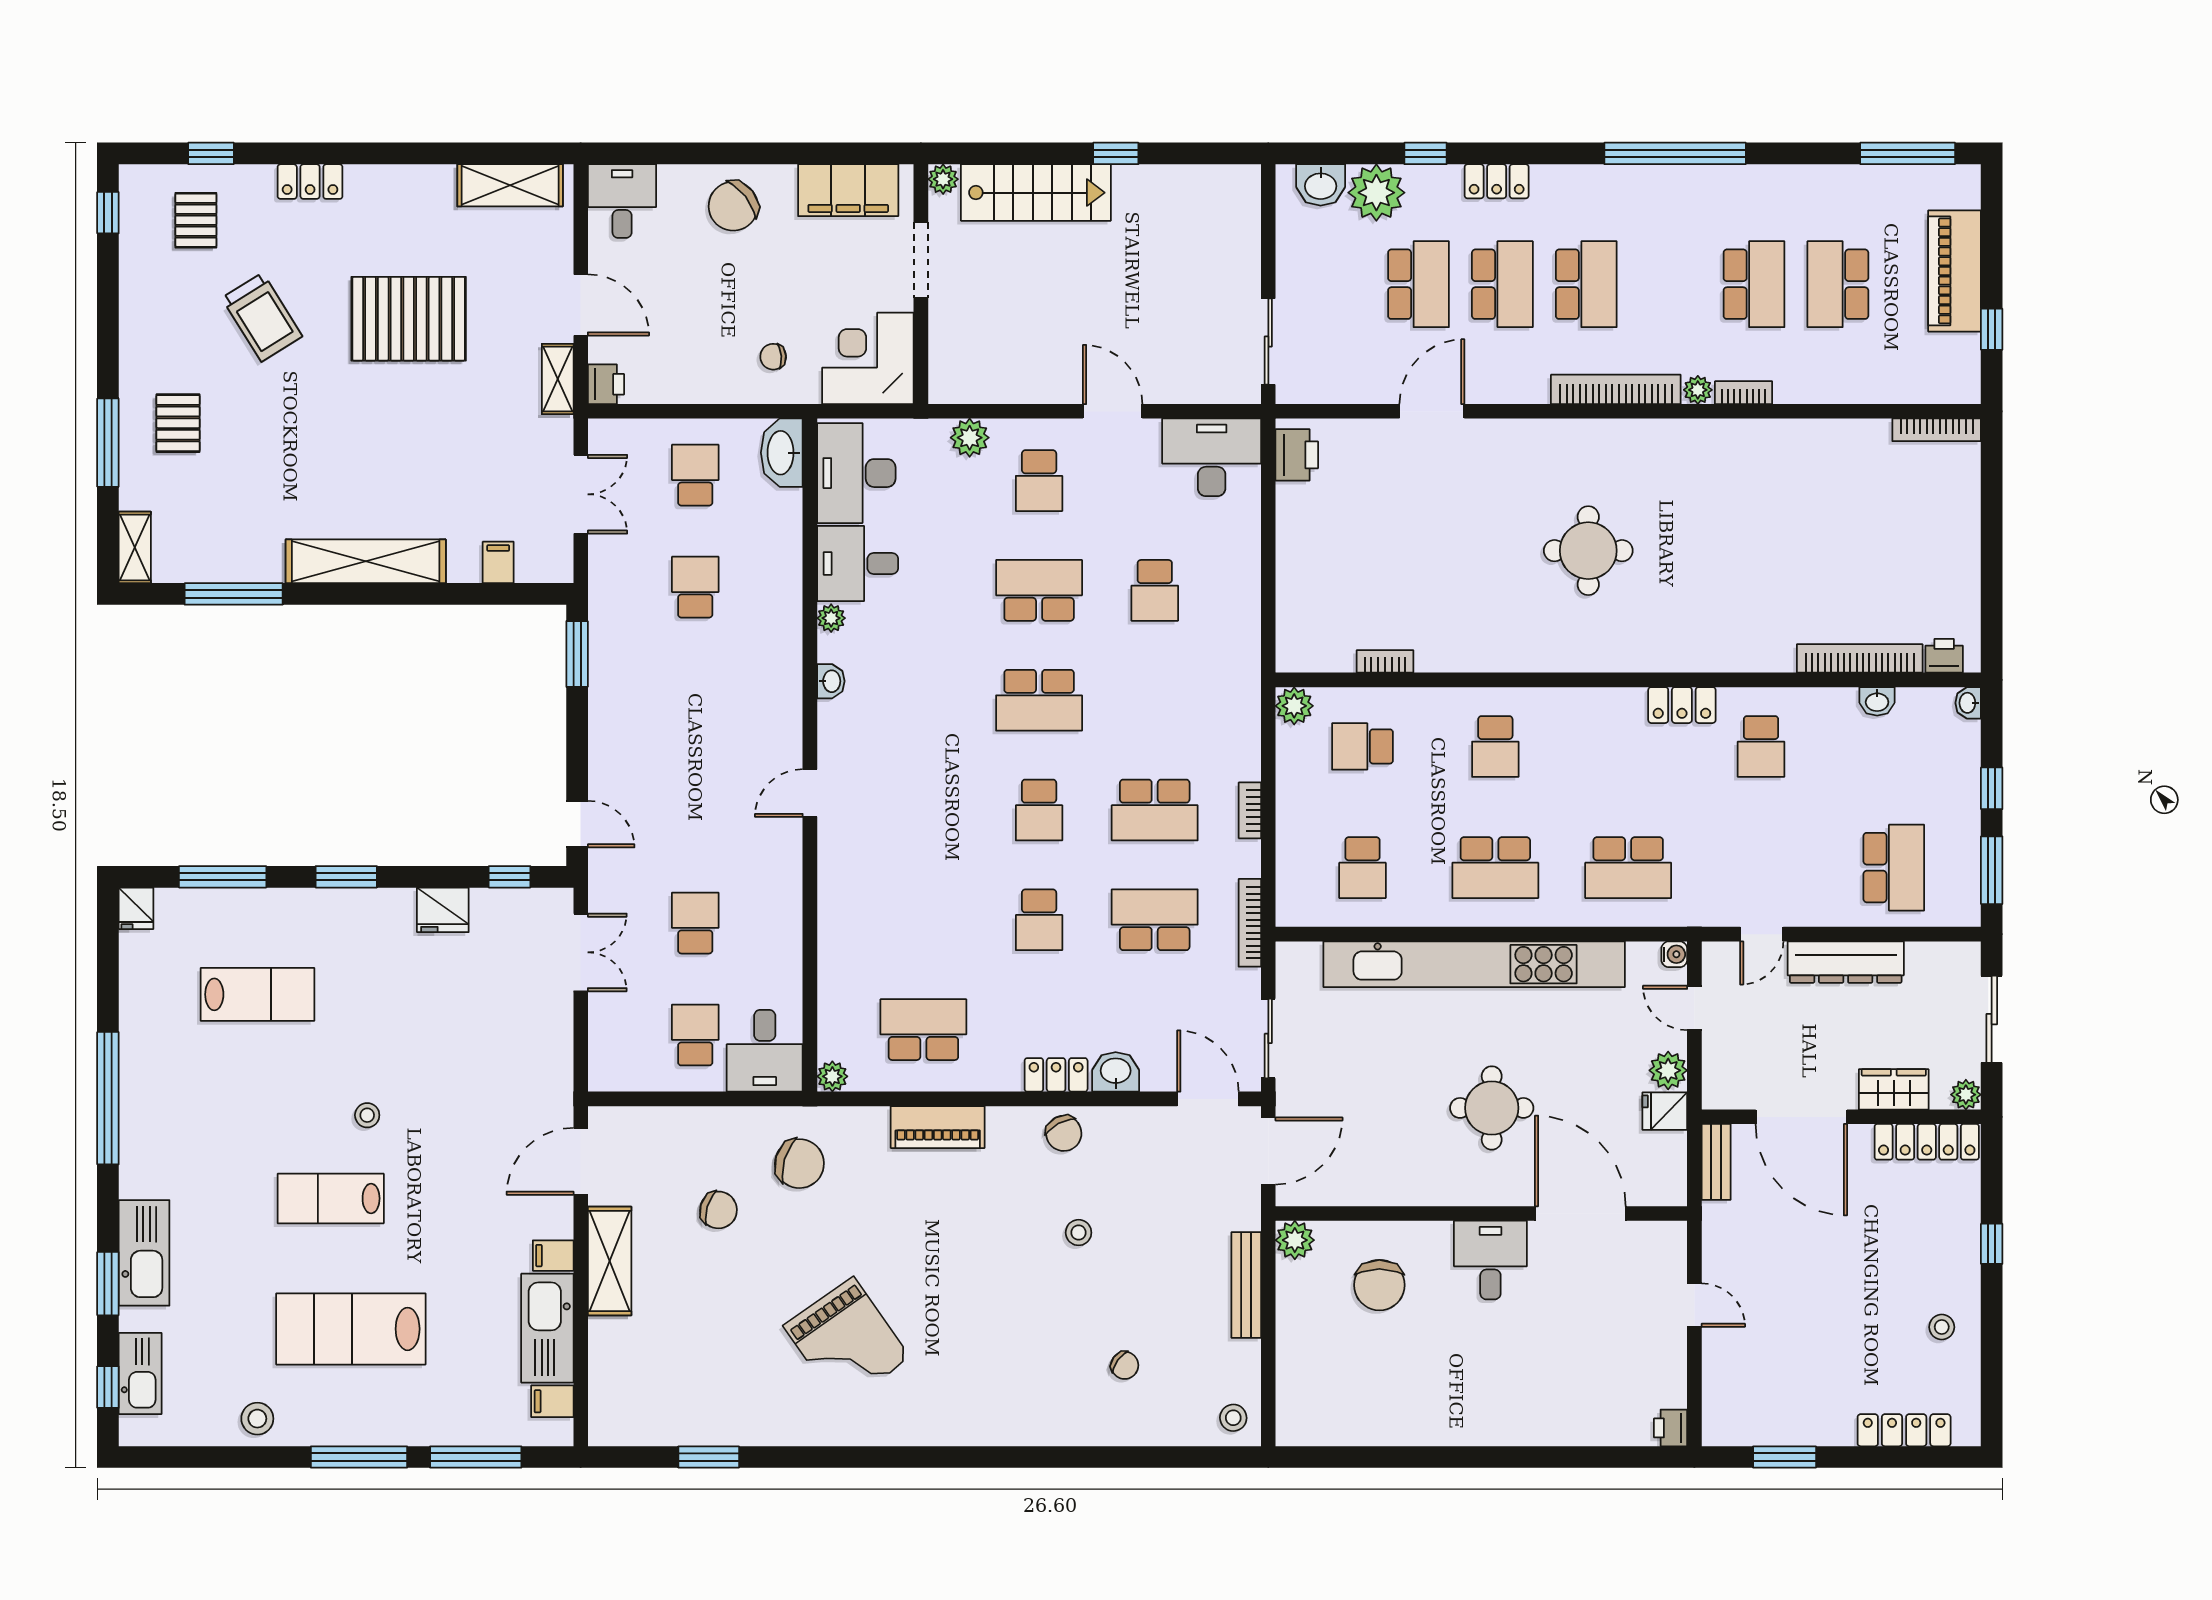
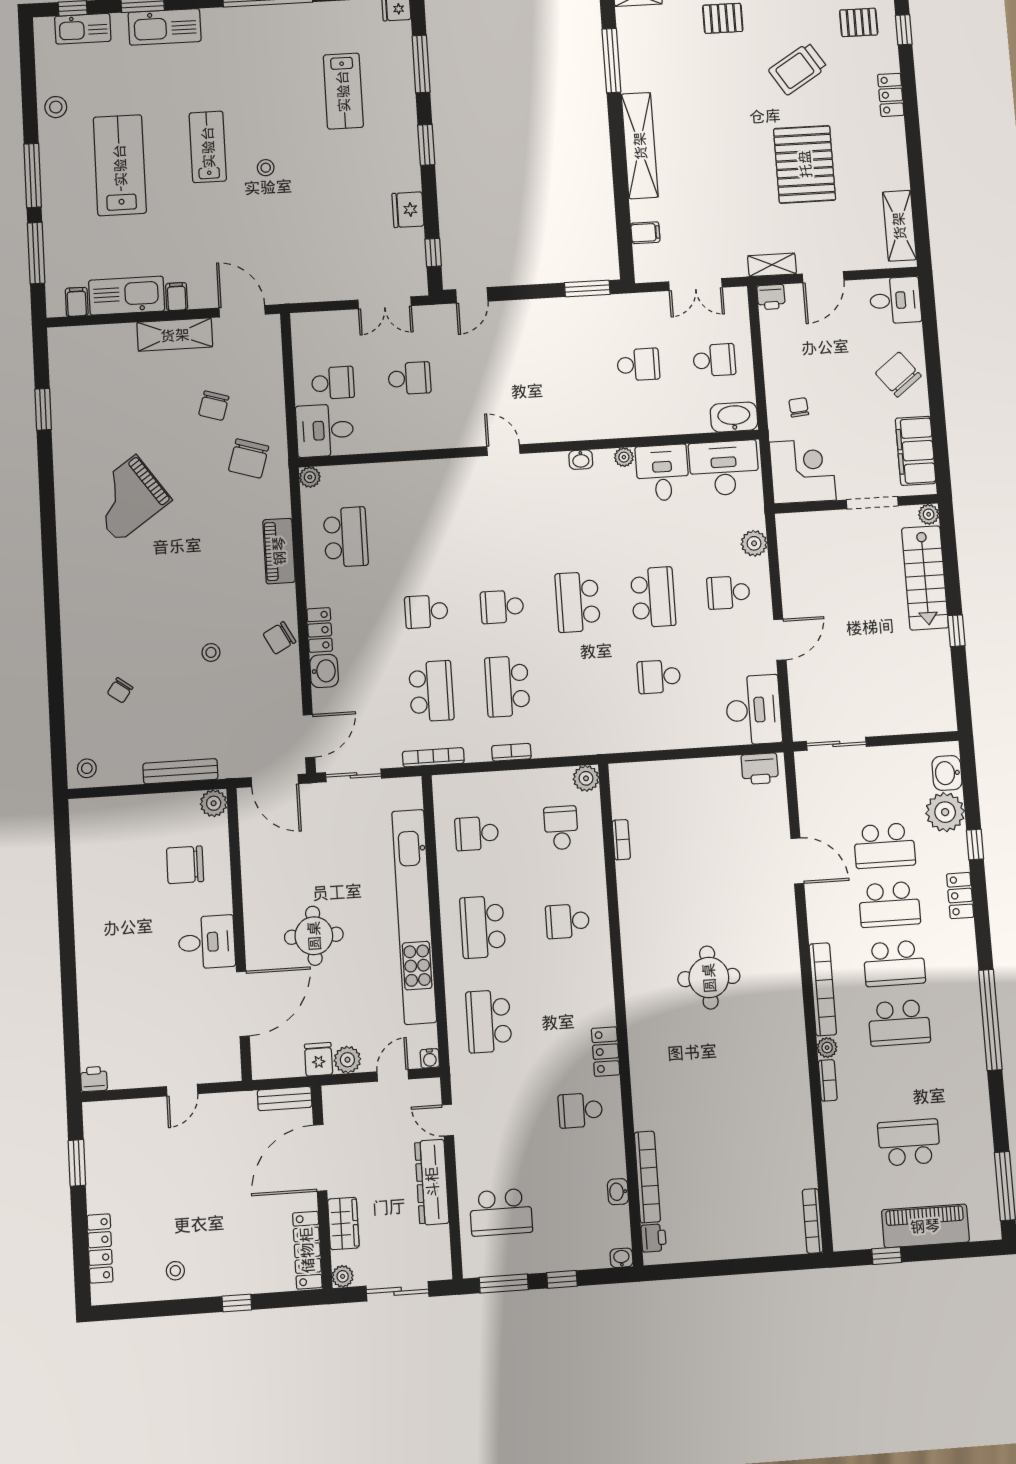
school desk: (1754, 284) -> (899, 1023), moved

